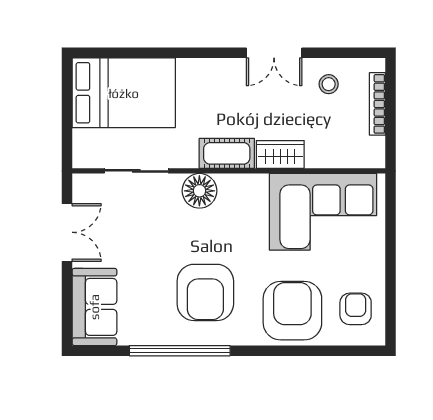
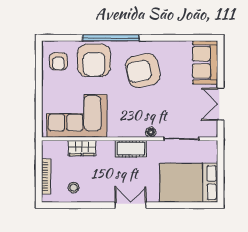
double door: (274, 53) -> (131, 205), moved
wardrobe: (280, 154) -> (82, 148), moved
floor lamp: (199, 191) -> (151, 132), width x0.53, depth x0.53
armchair: (205, 292) -> (143, 71), turned -102
window: (180, 351) -> (111, 38), moved

